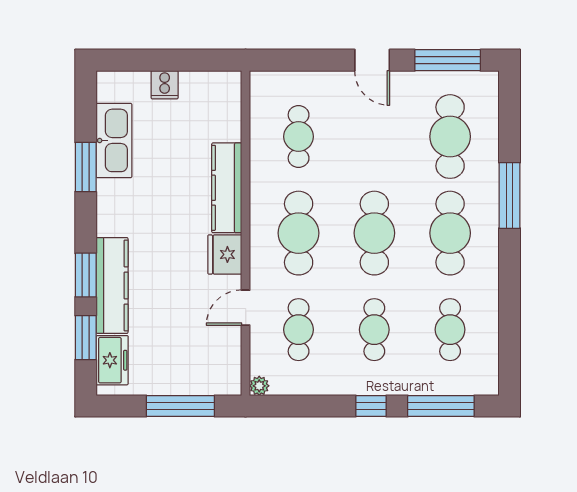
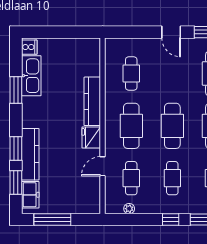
cooker: (165, 85) -> (29, 47), moved, turned -90
plant: (259, 386) -> (129, 209), moved
window: (180, 406) -> (52, 220), moved

